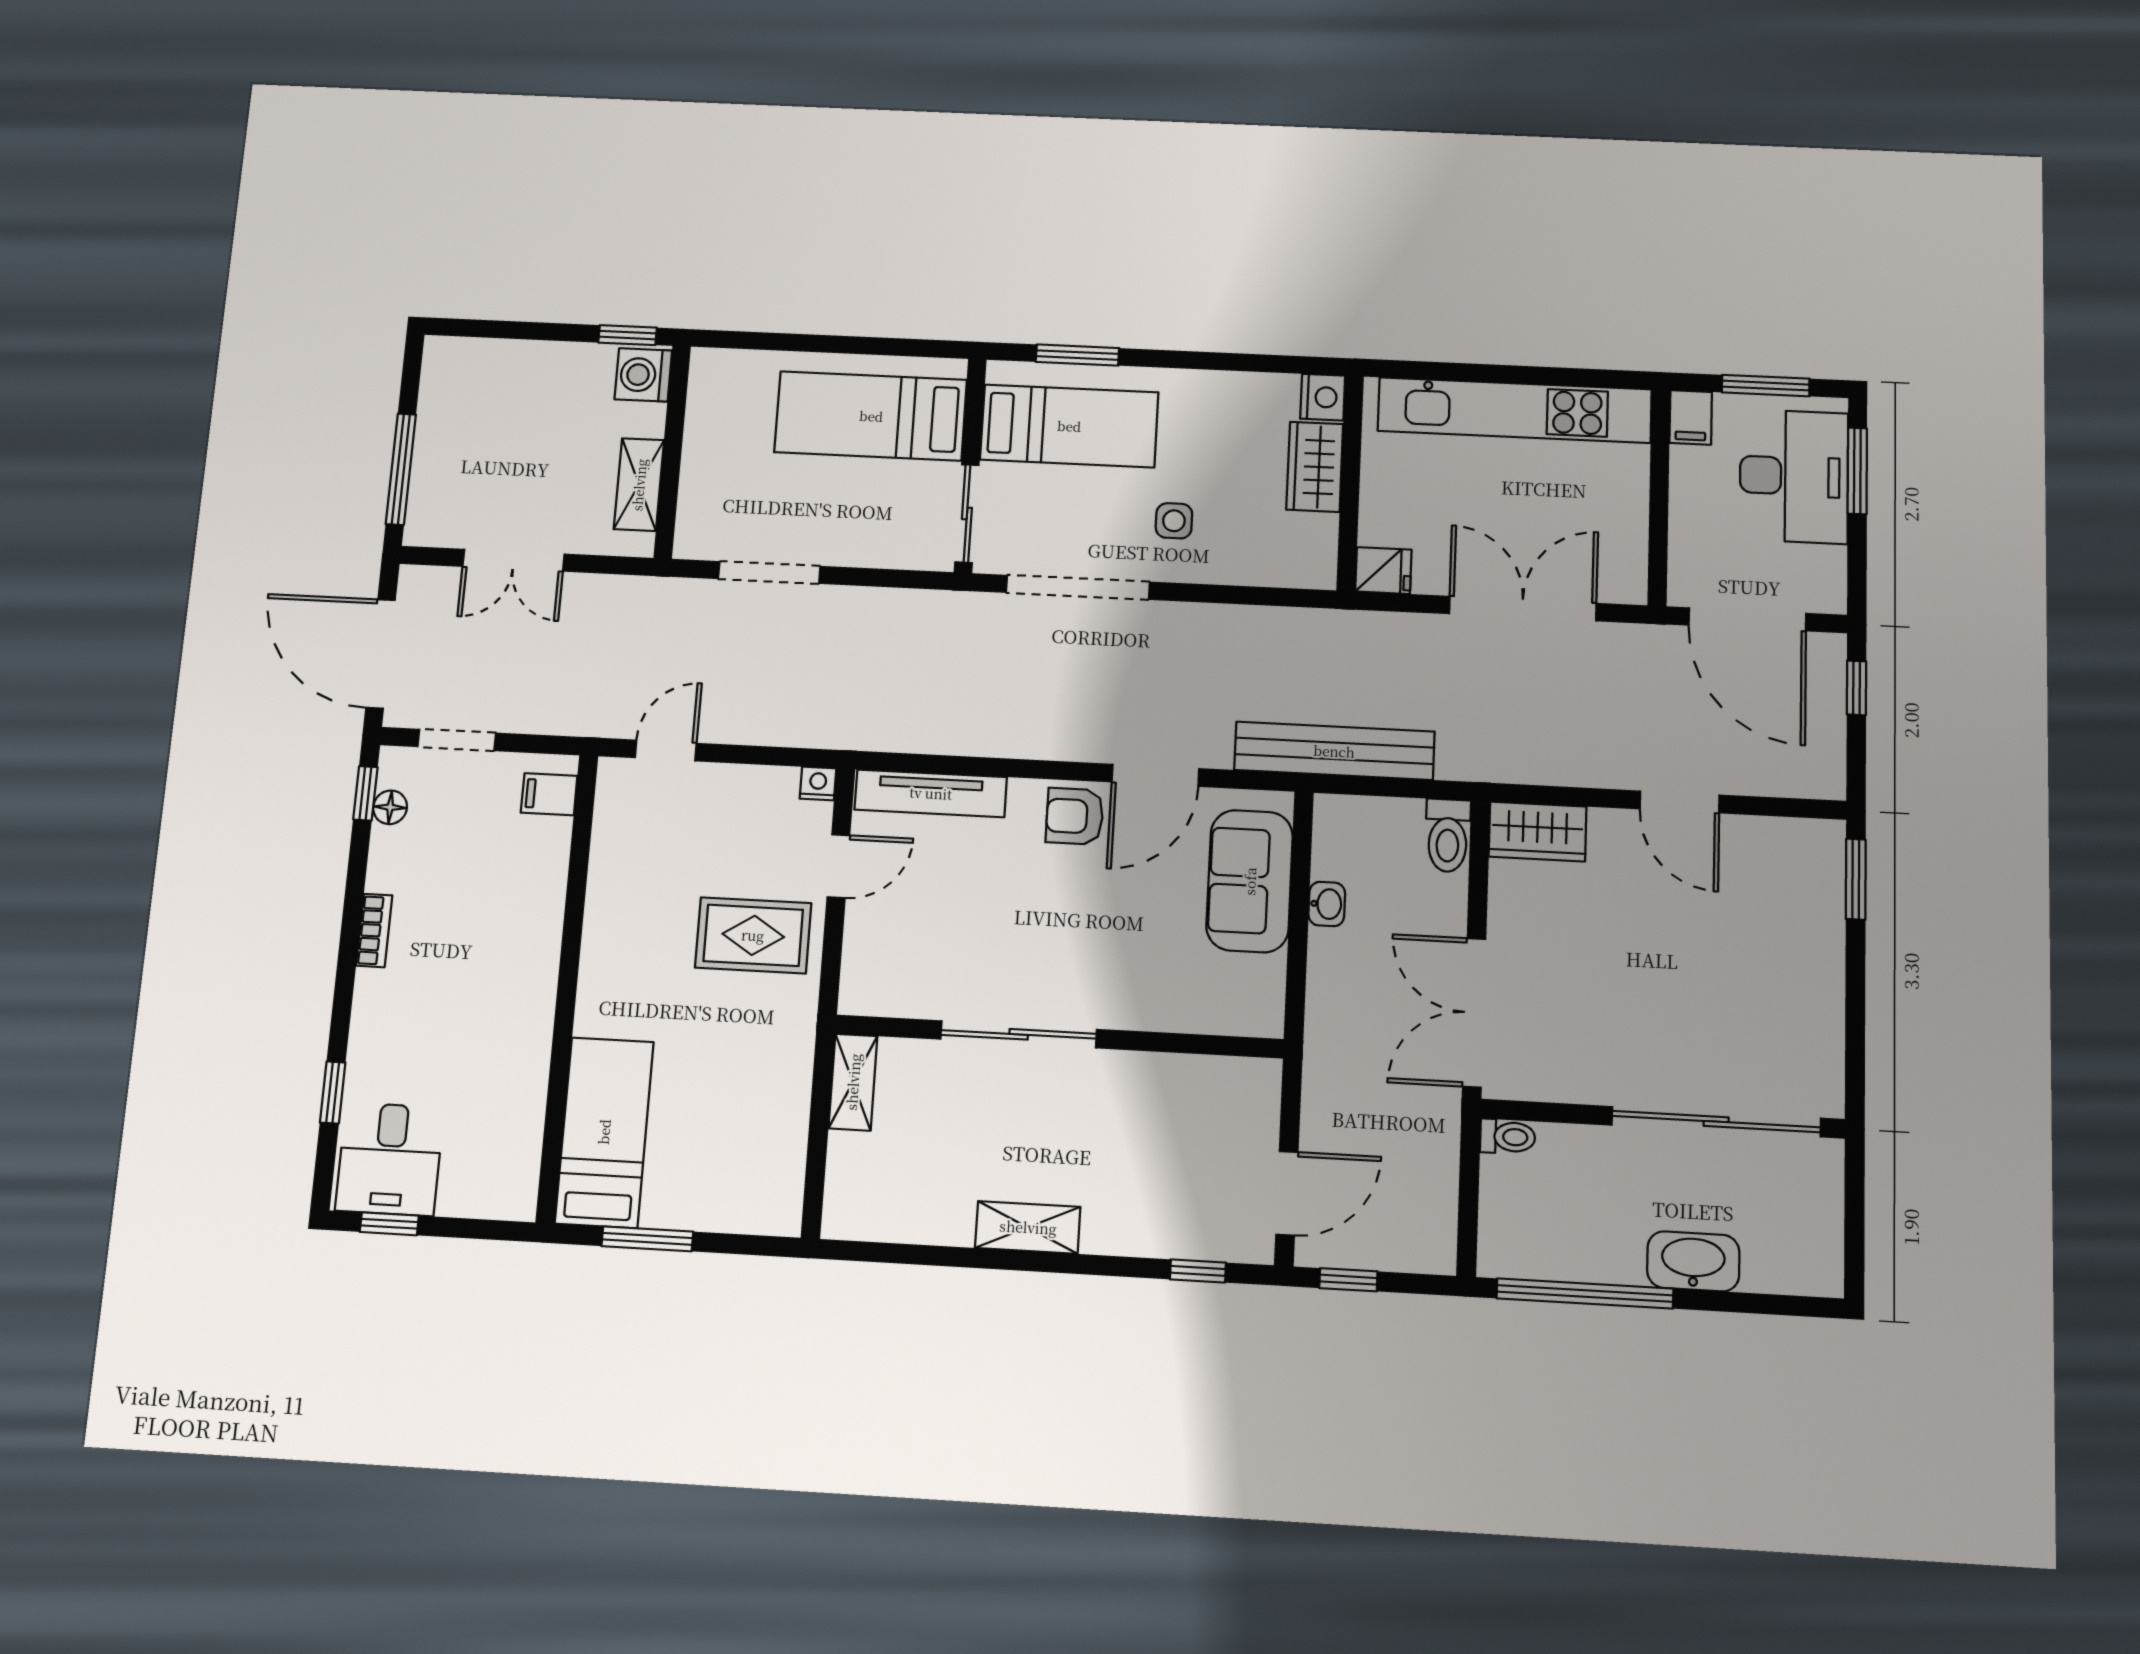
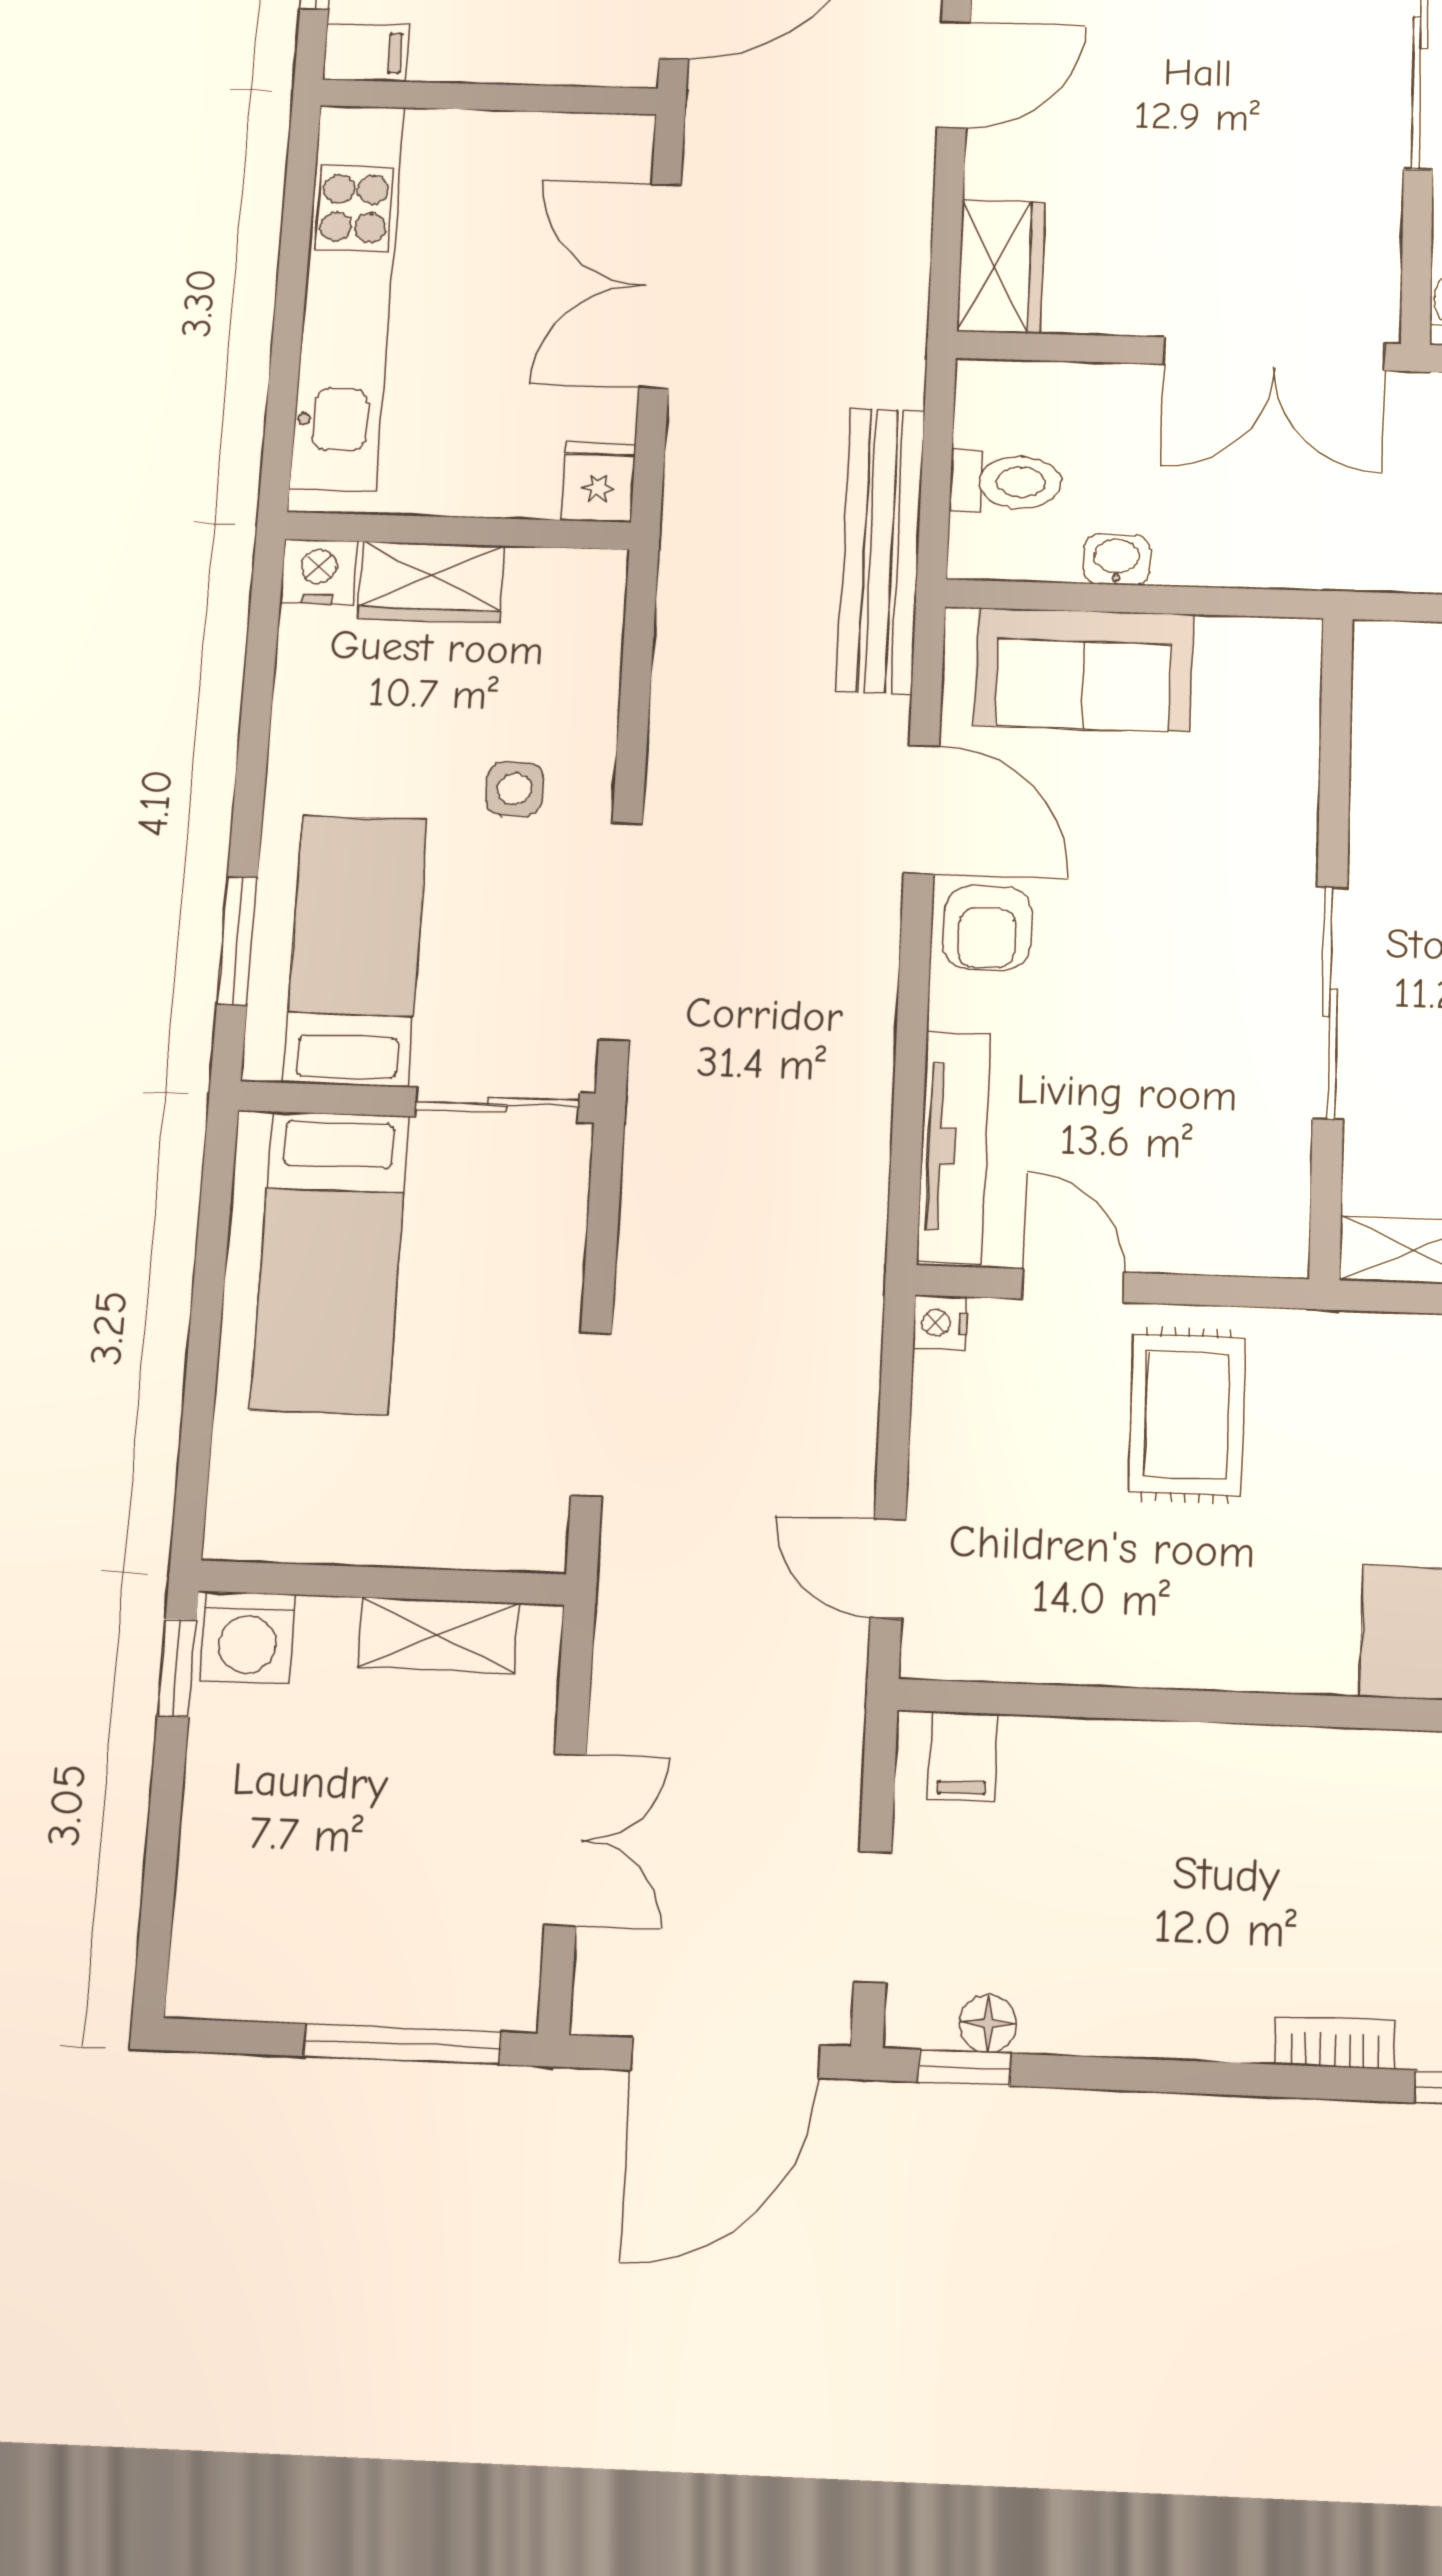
toilet: (1448, 835) -> (1005, 482), moved
bookcase: (374, 930) -> (1335, 2042), moved

